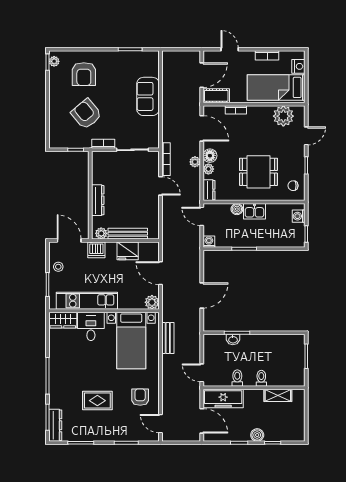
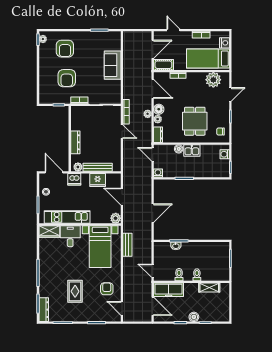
armchair: (86, 114) -> (67, 78), turned -140
dining table: (258, 172) -> (195, 121), turned 90
rug: (97, 401) -> (75, 291), turned 90

